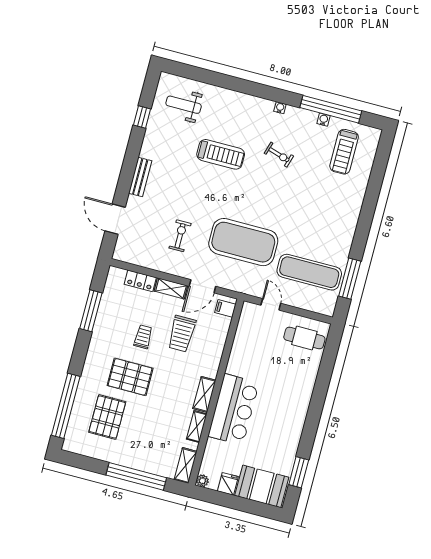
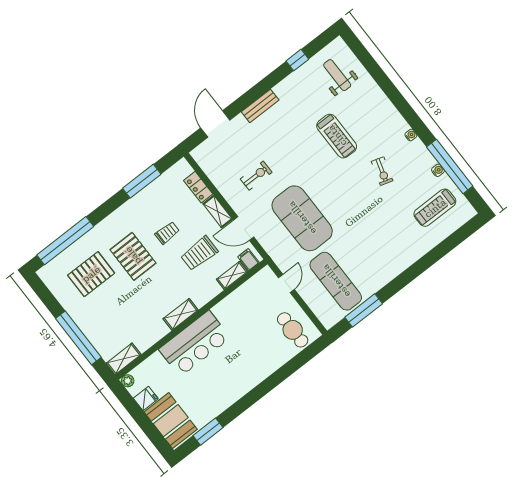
shelving: (197, 427) -> (232, 275), moved

